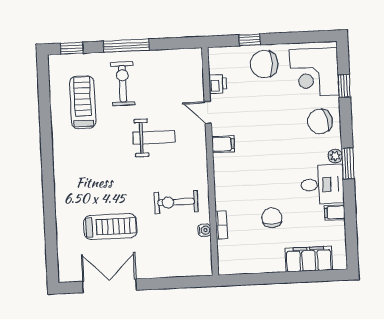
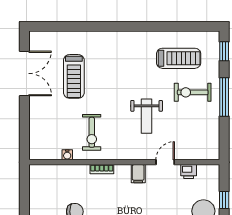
exercise bike: (123, 84) -> (193, 92), turned 180
exercise bike: (176, 202) -> (92, 132), turned 180
bookcase: (221, 225) -> (102, 169), moved

